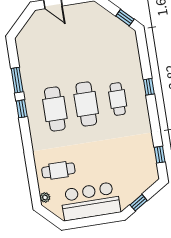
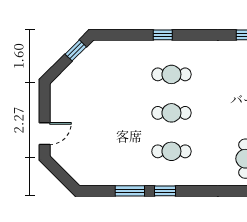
cafe table: (86, 104) -> (171, 113), width x0.73, depth x0.74
cafe table: (55, 109) -> (171, 151), width x0.73, depth x0.74

